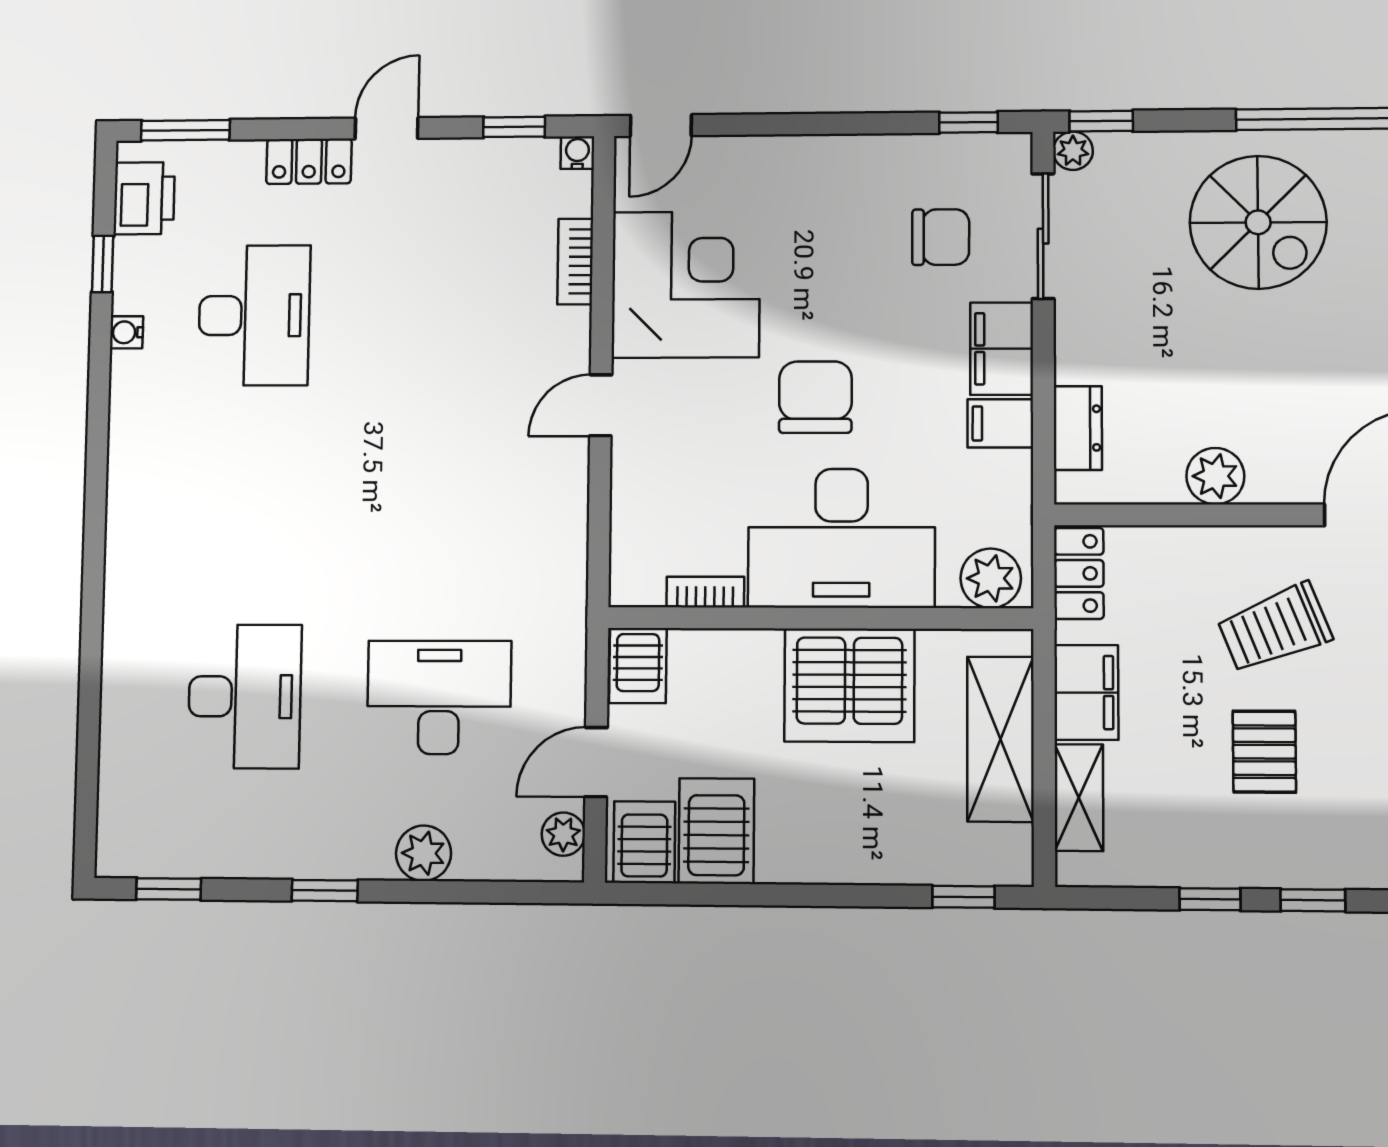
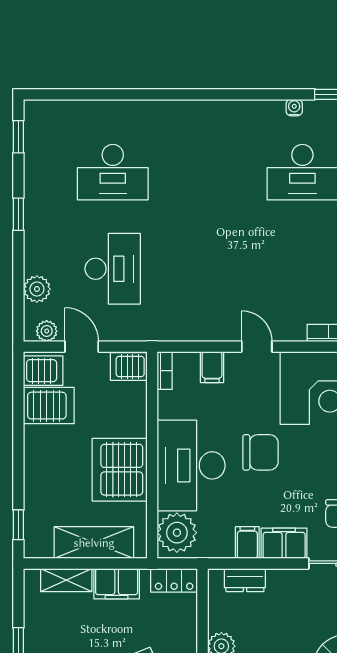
filing cabinet: (641, 496) -> (212, 367), added
plant: (991, 578) -> (177, 533), width x1.36, depth x1.36
bookcase: (705, 592) -> (165, 371), moved
plant: (424, 853) -> (37, 289), moved

